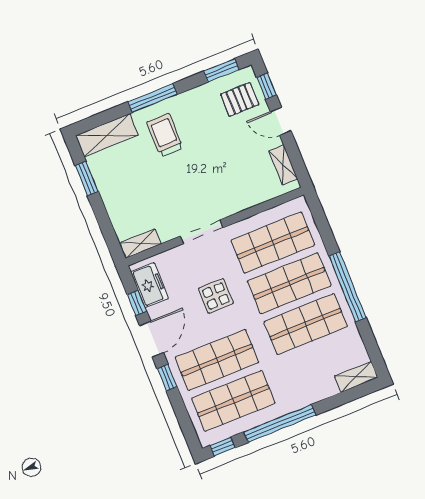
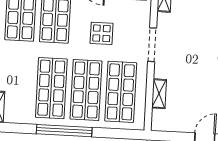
shelving: (283, 165) -> (159, 94), moved, turned 90

